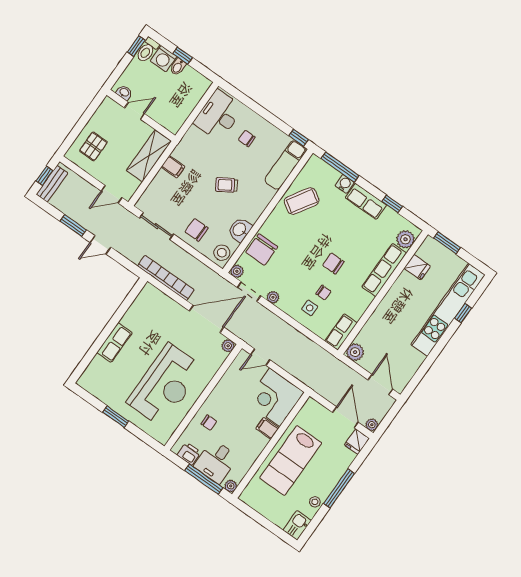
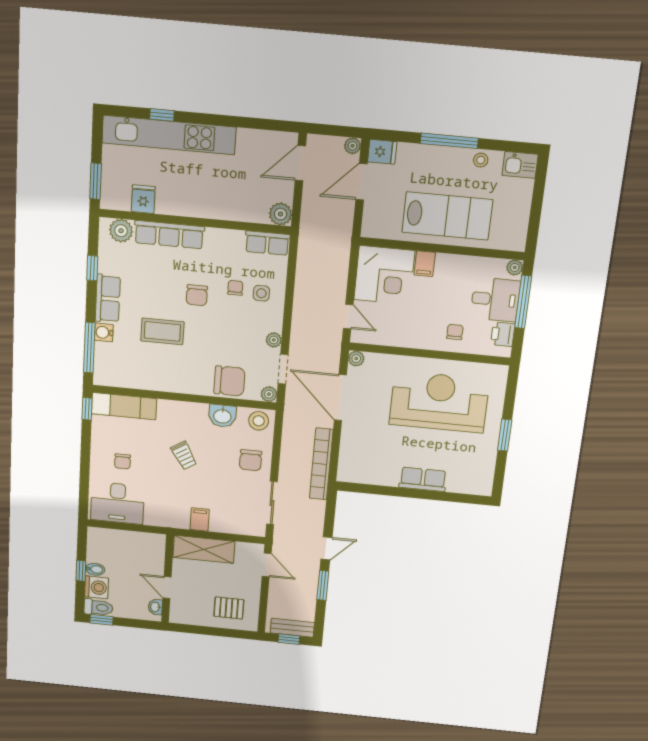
coffee table: (302, 201) -> (162, 331), moved, turned -32
door: (100, 245) -> (326, 548), hinge flipped

